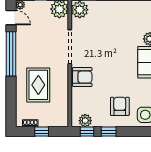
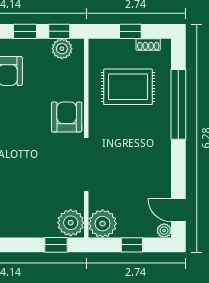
window: (11, 54) -> (178, 104), moved
armchair: (82, 77) -> (67, 117), turned 90
rug: (38, 85) -> (128, 87), moved, turned 90

